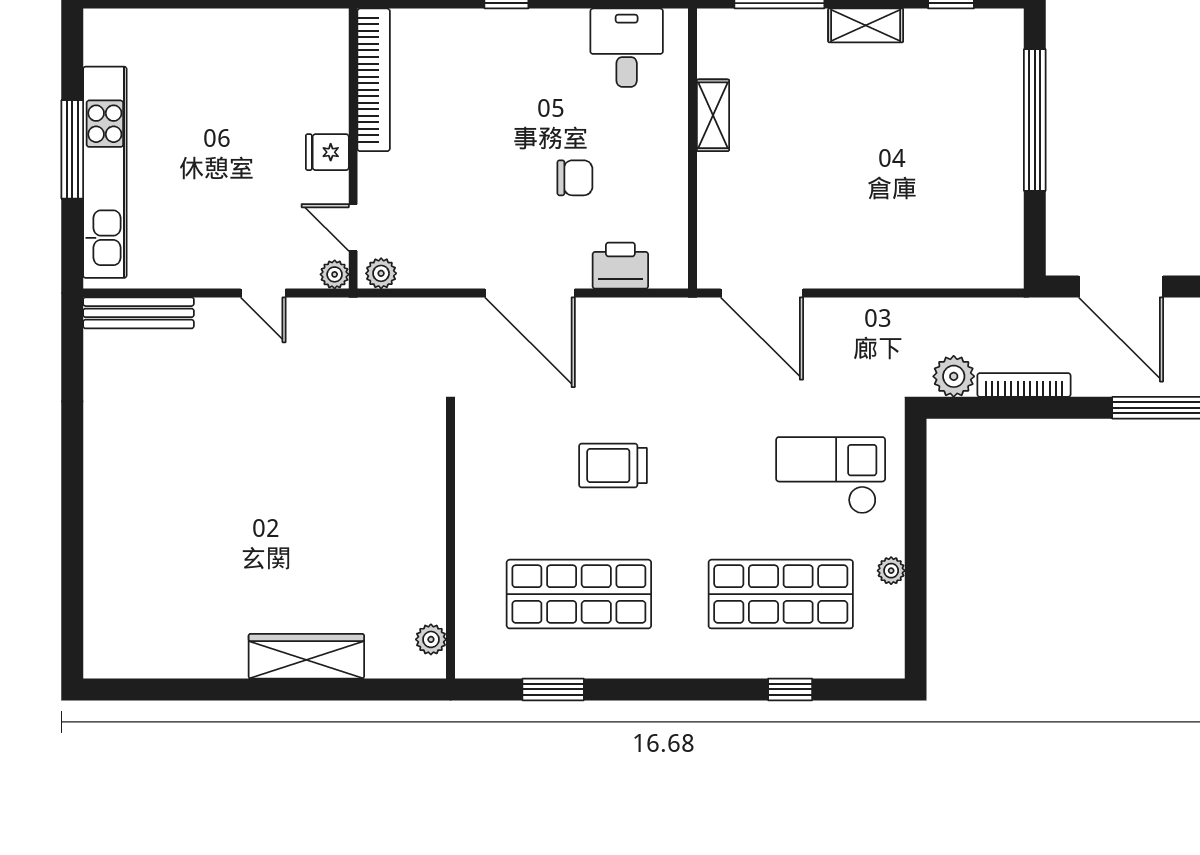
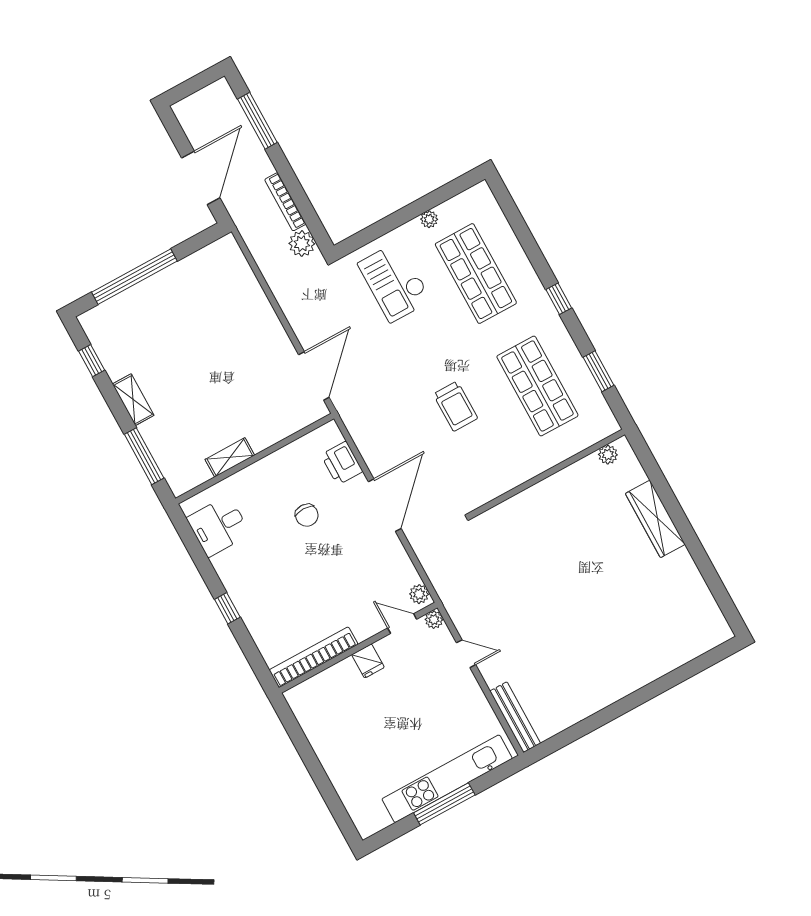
chair: (575, 178) -> (307, 515), turned 180
door: (353, 228) -> (402, 624), swing flipped
door: (263, 293) -> (466, 654), hinge flipped
window: (790, 689) -> (559, 299), moved

